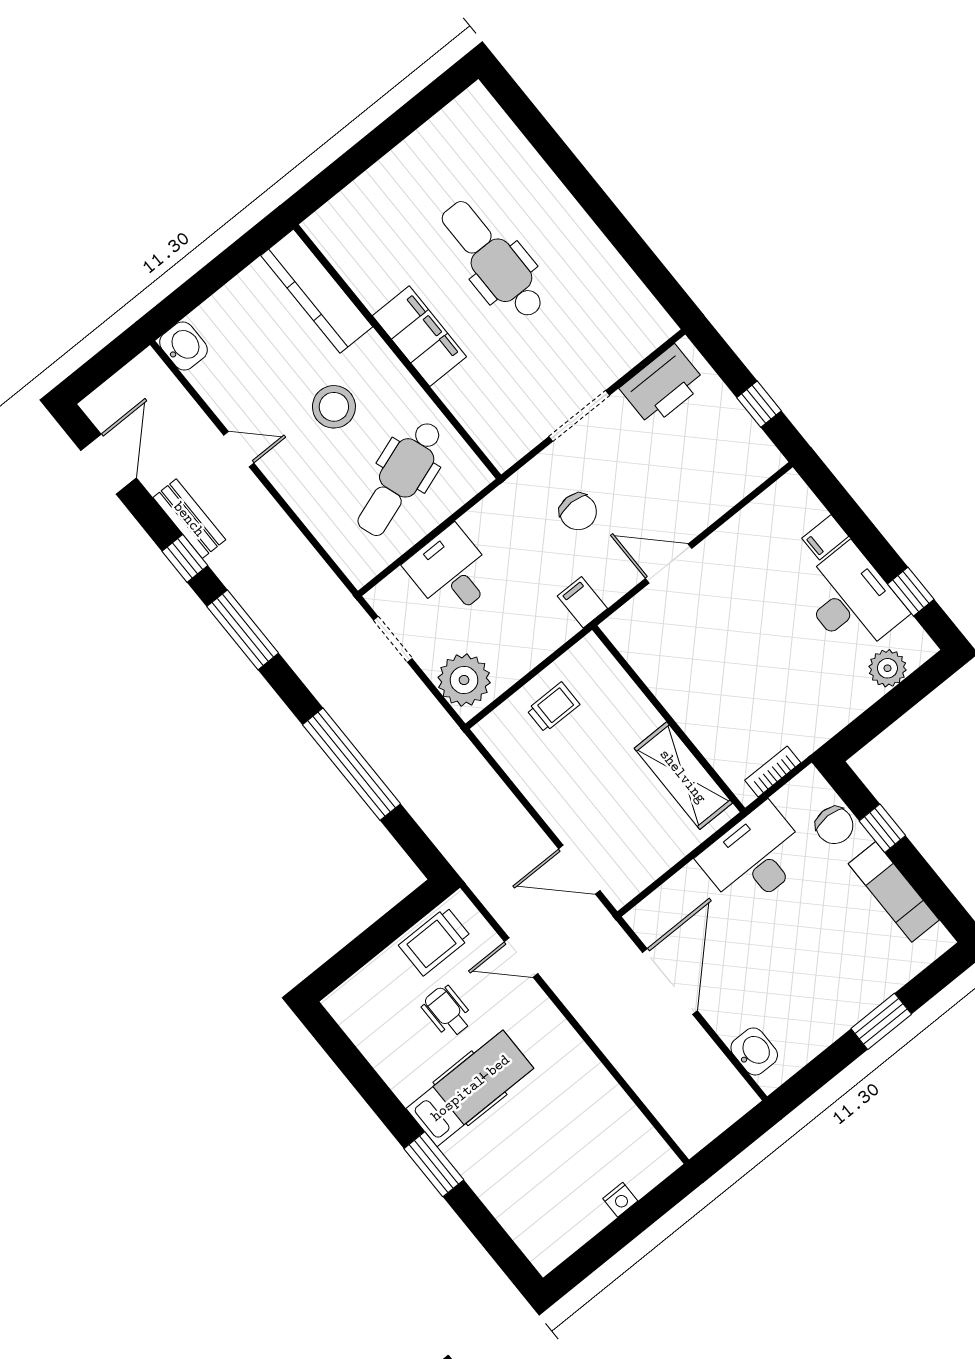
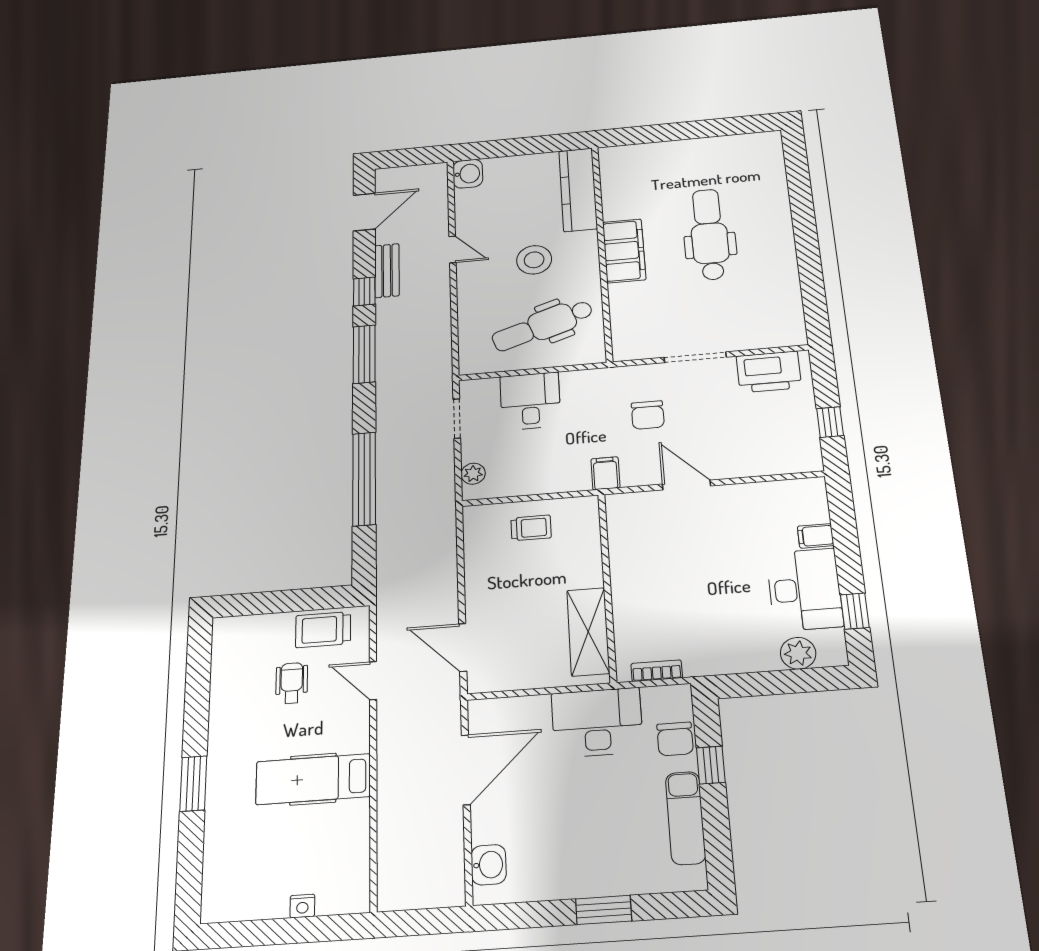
plant: (464, 680) -> (473, 474), width x0.53, depth x0.53
hospital bed: (470, 1088) -> (313, 779), moved, turned 180

